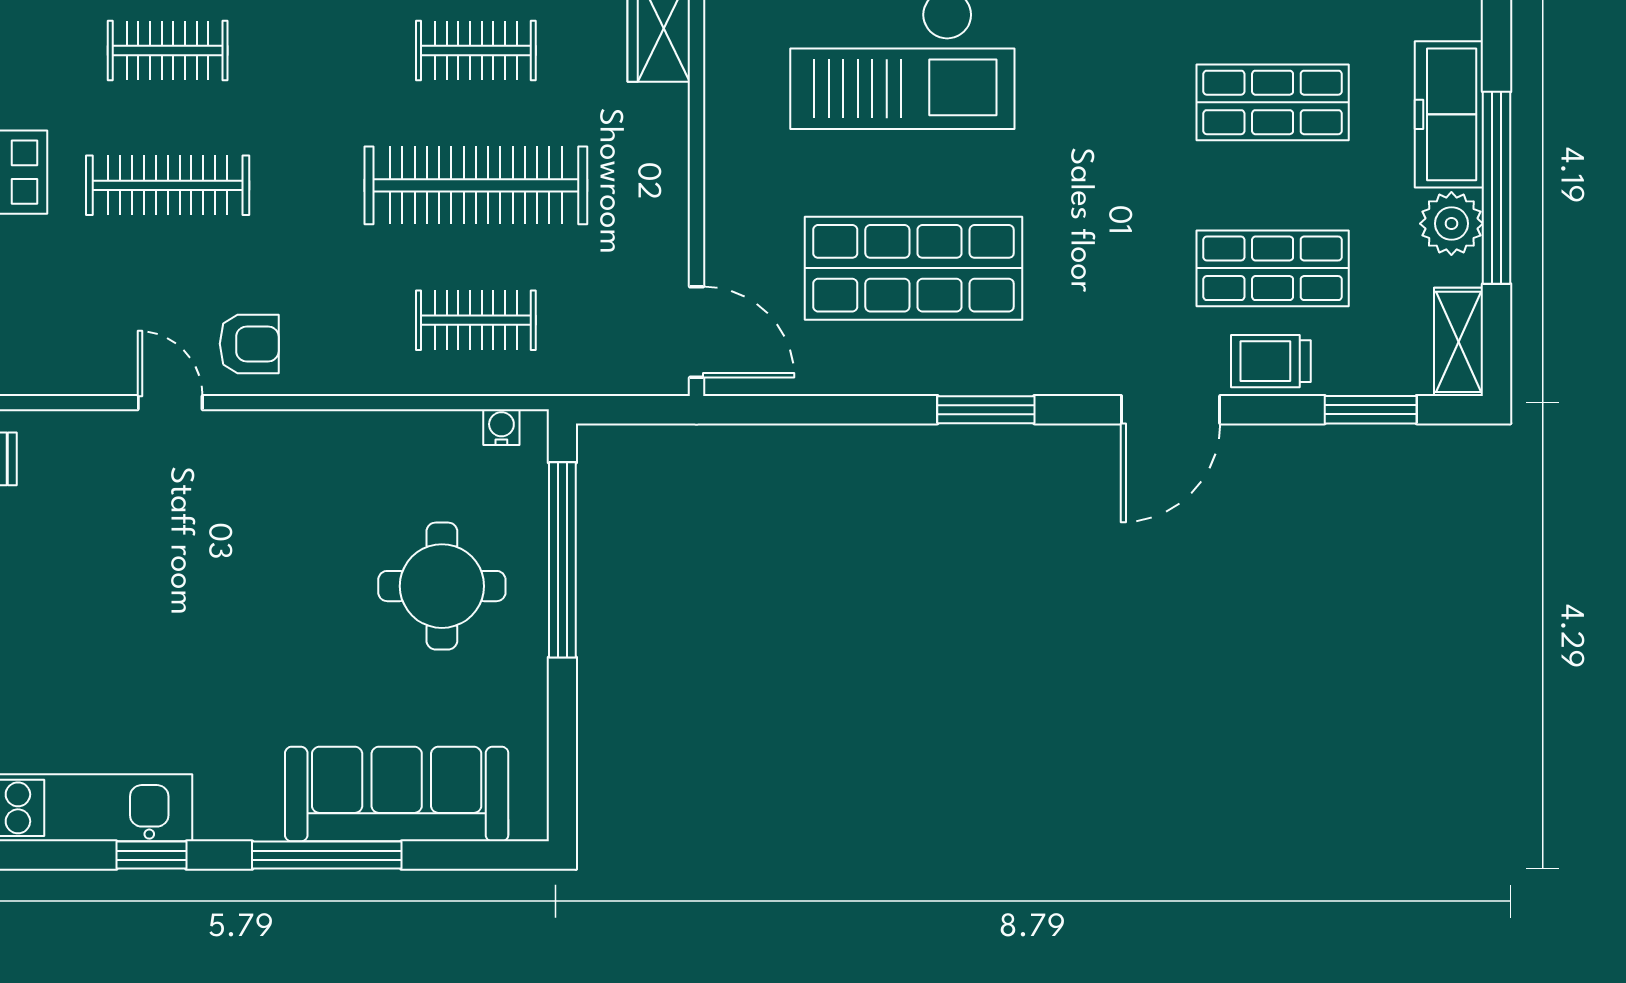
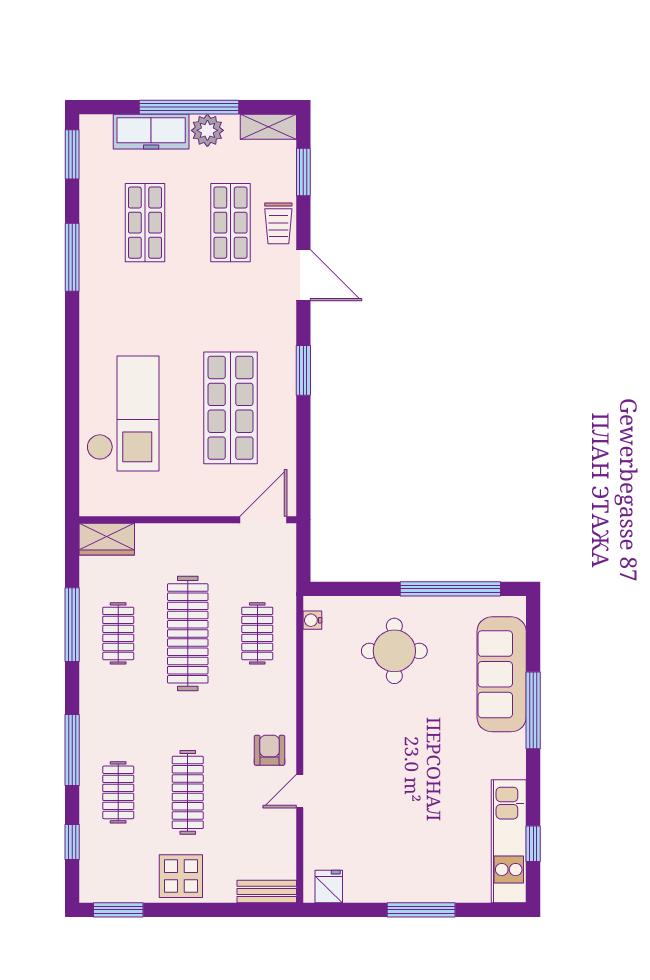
window: (562, 560) -> (450, 589), moved
window: (151, 855) -> (533, 844), moved

